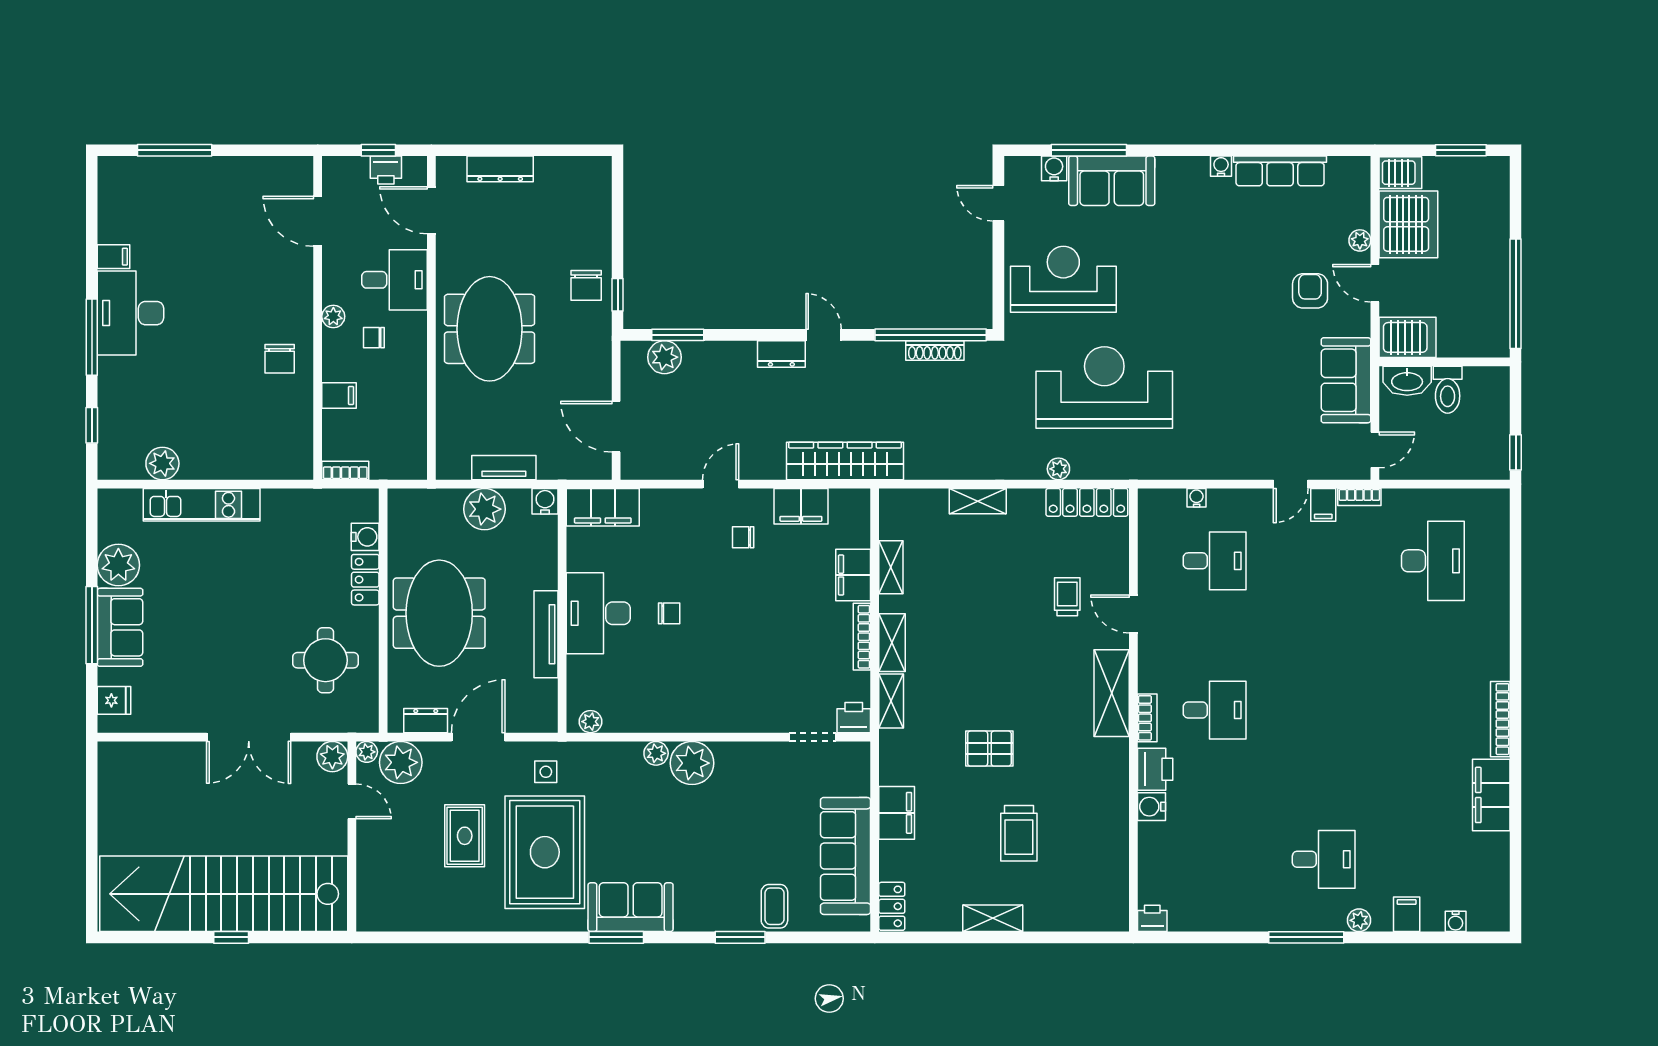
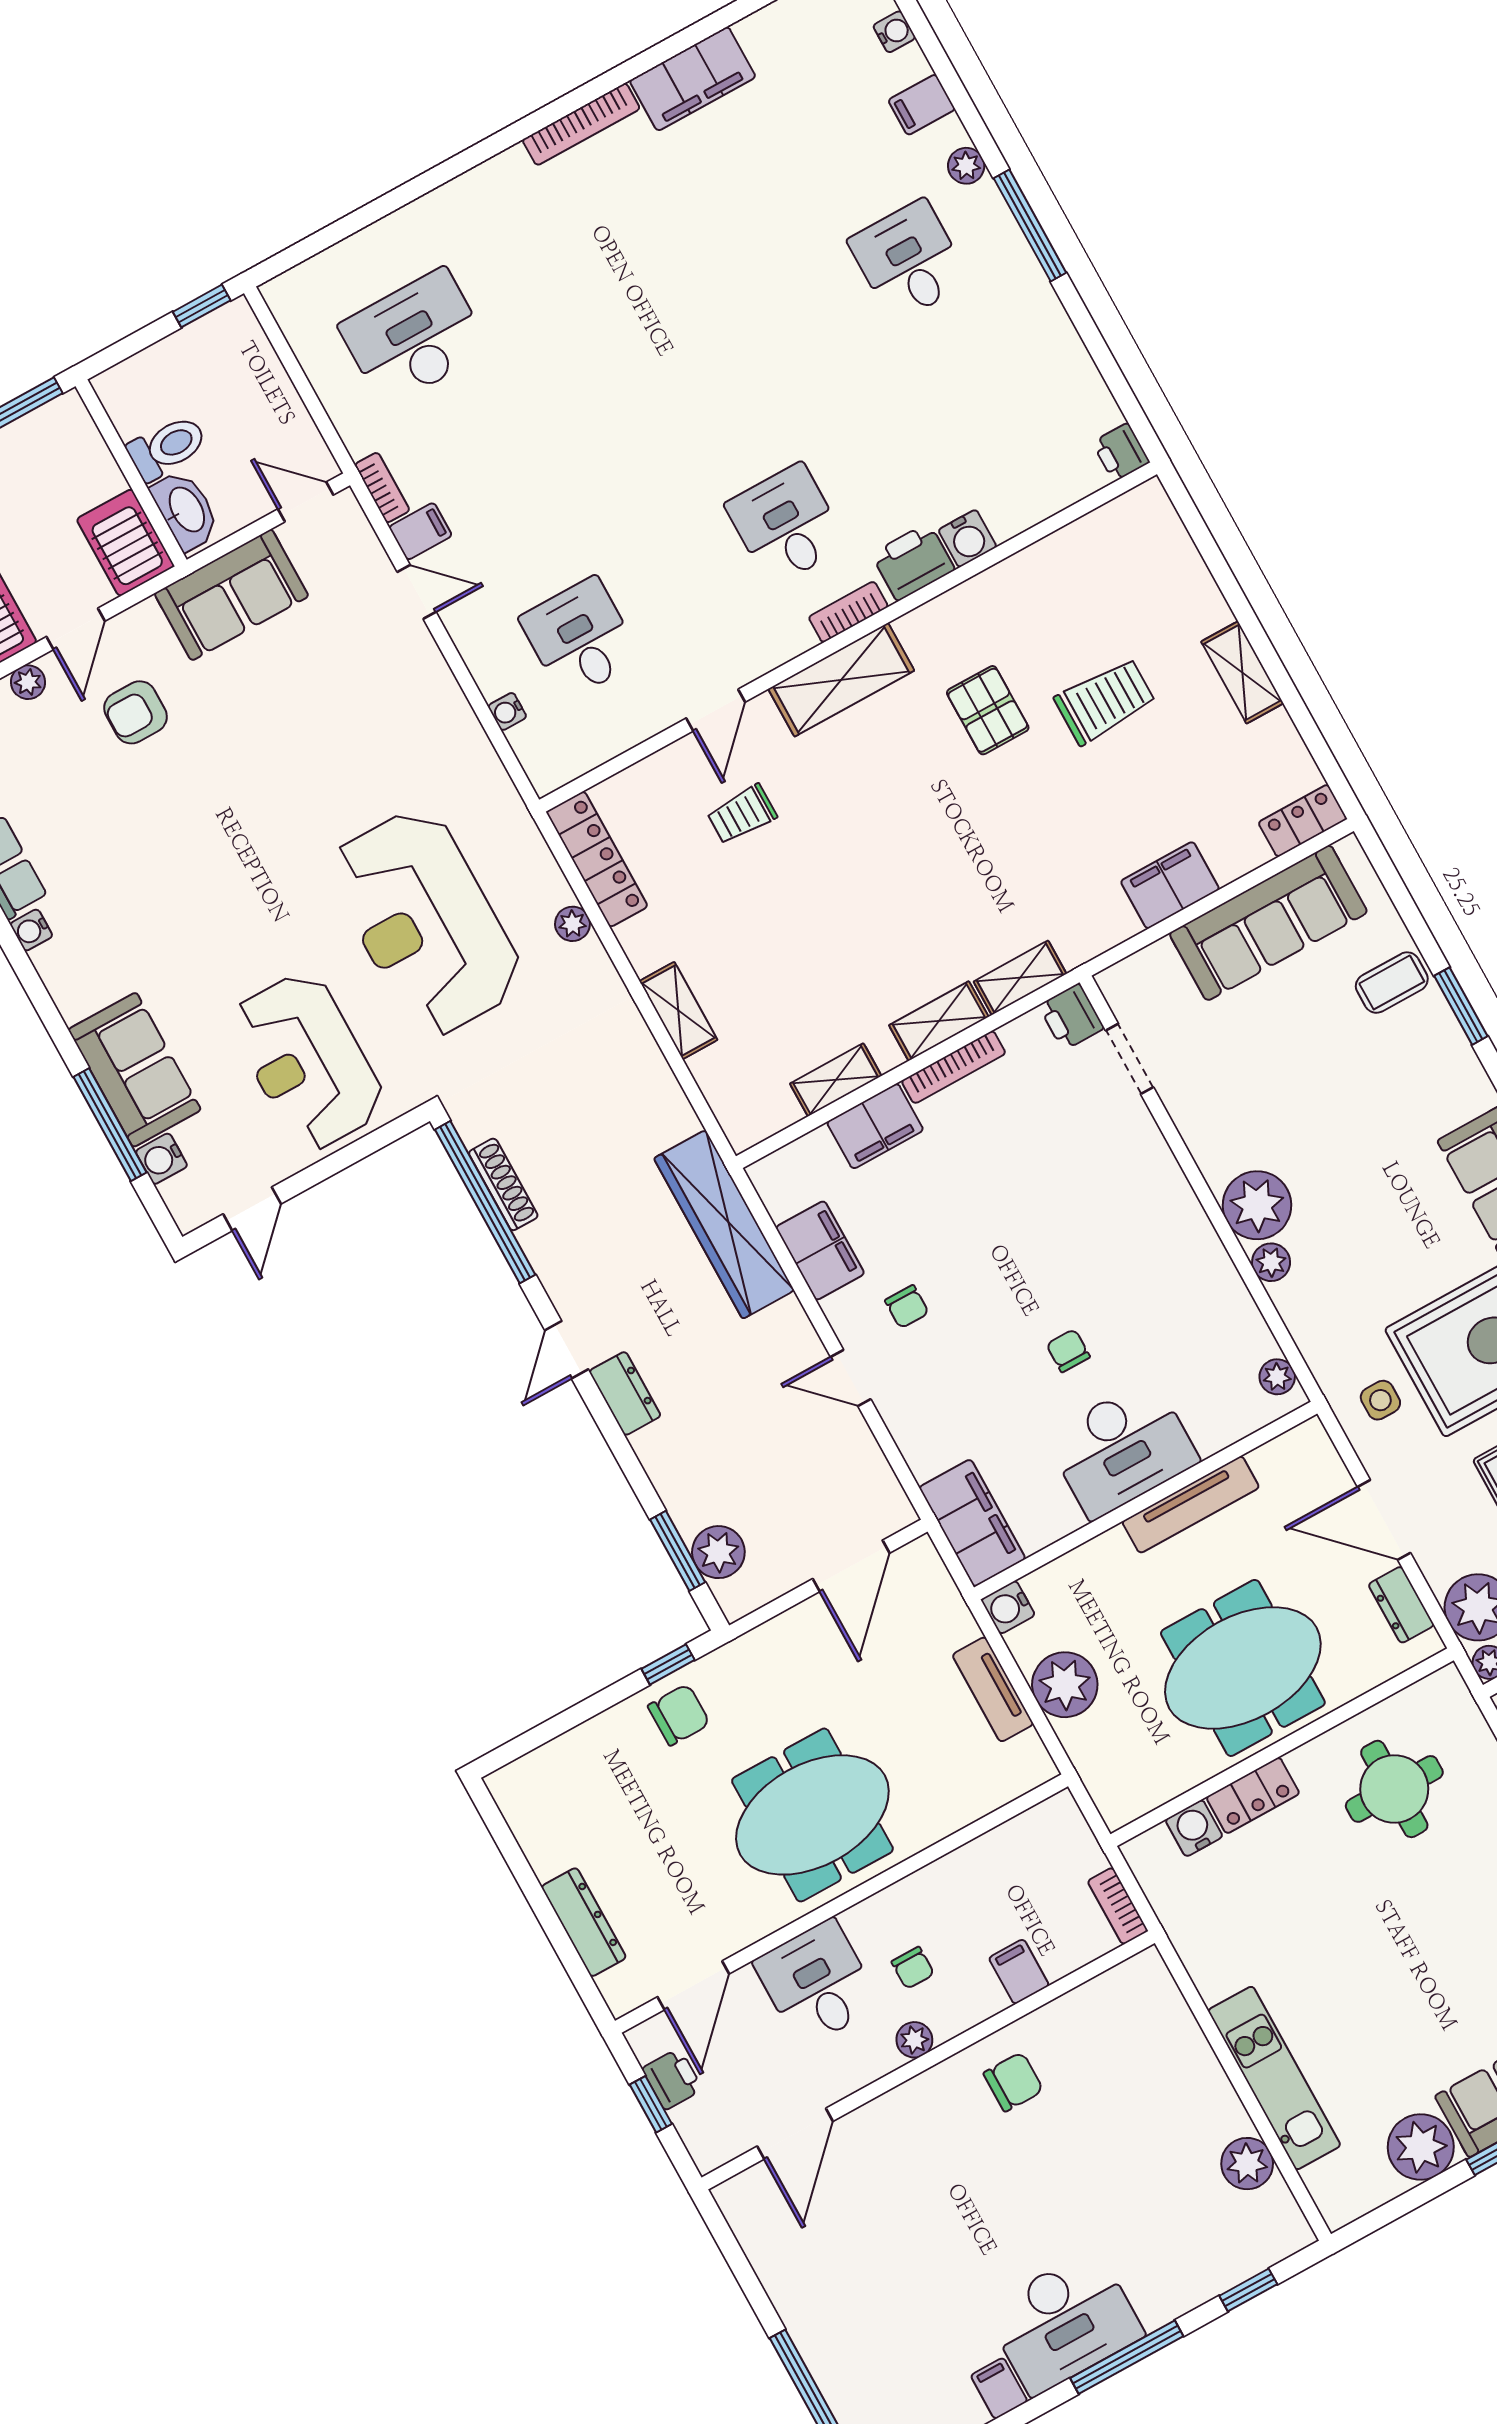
pallet: (989, 749) -> (988, 710), moved

